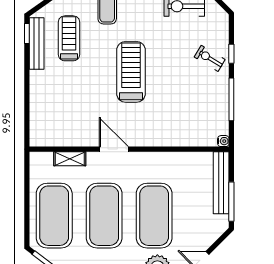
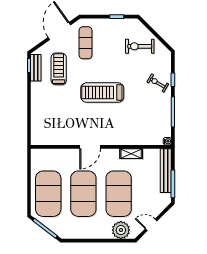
bench: (37, 44) -> (36, 68), width x0.73
treadmill: (131, 72) -> (102, 93), turned -90
door: (114, 149) -> (90, 147), swing flipped
shelving: (70, 159) -> (131, 154), moved

